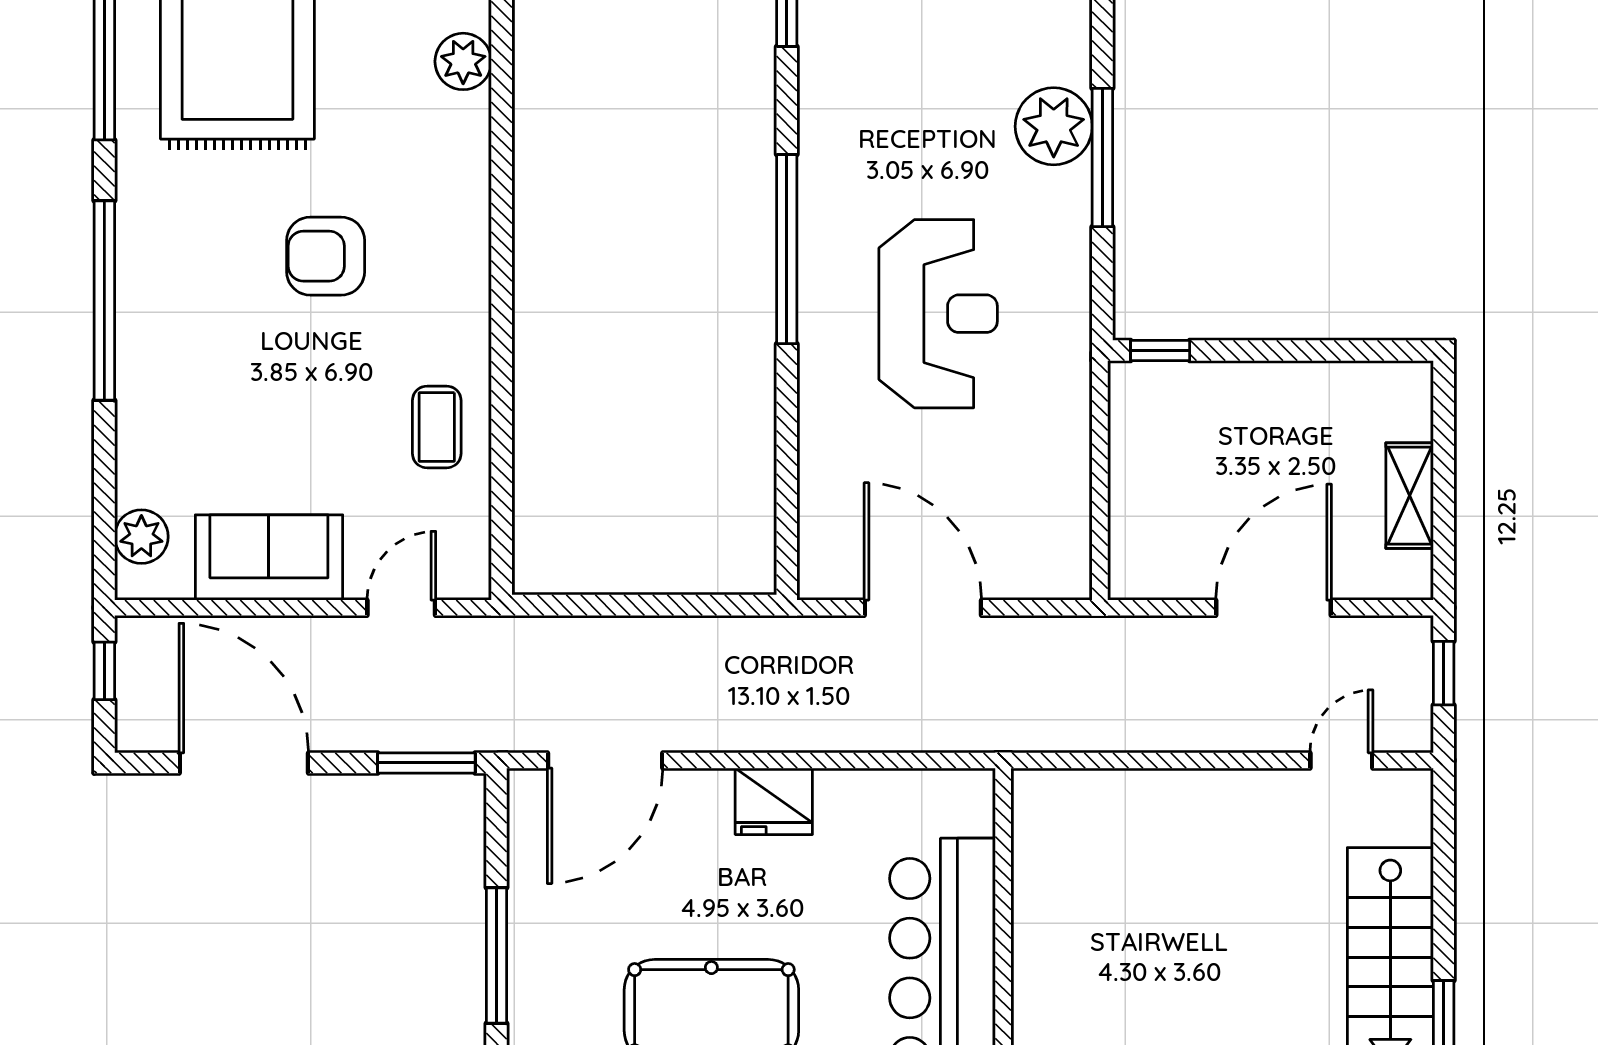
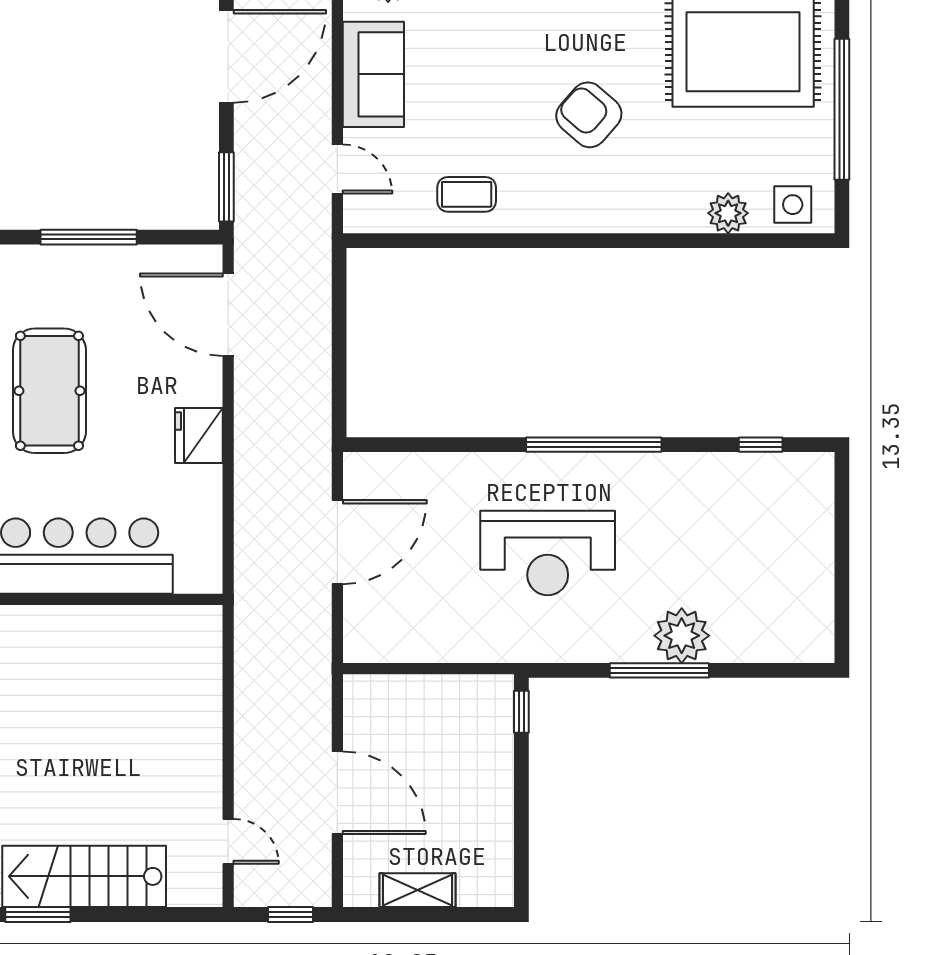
armchair: (326, 256) -> (589, 115), turned -49

